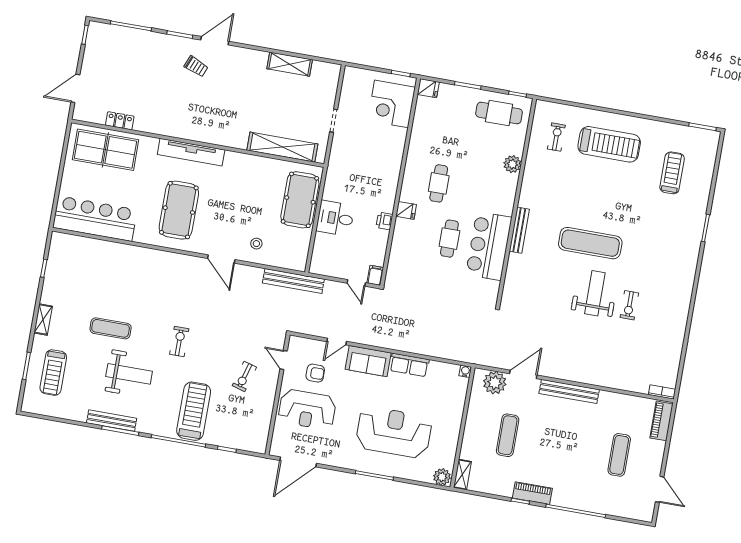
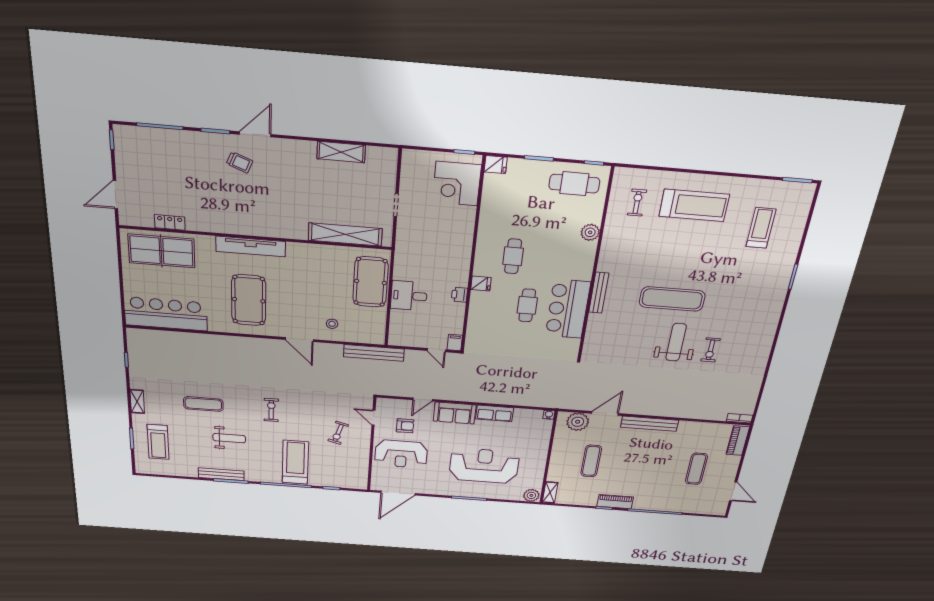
weight bench: (129, 374) -> (229, 438), width x0.73, depth x0.75

